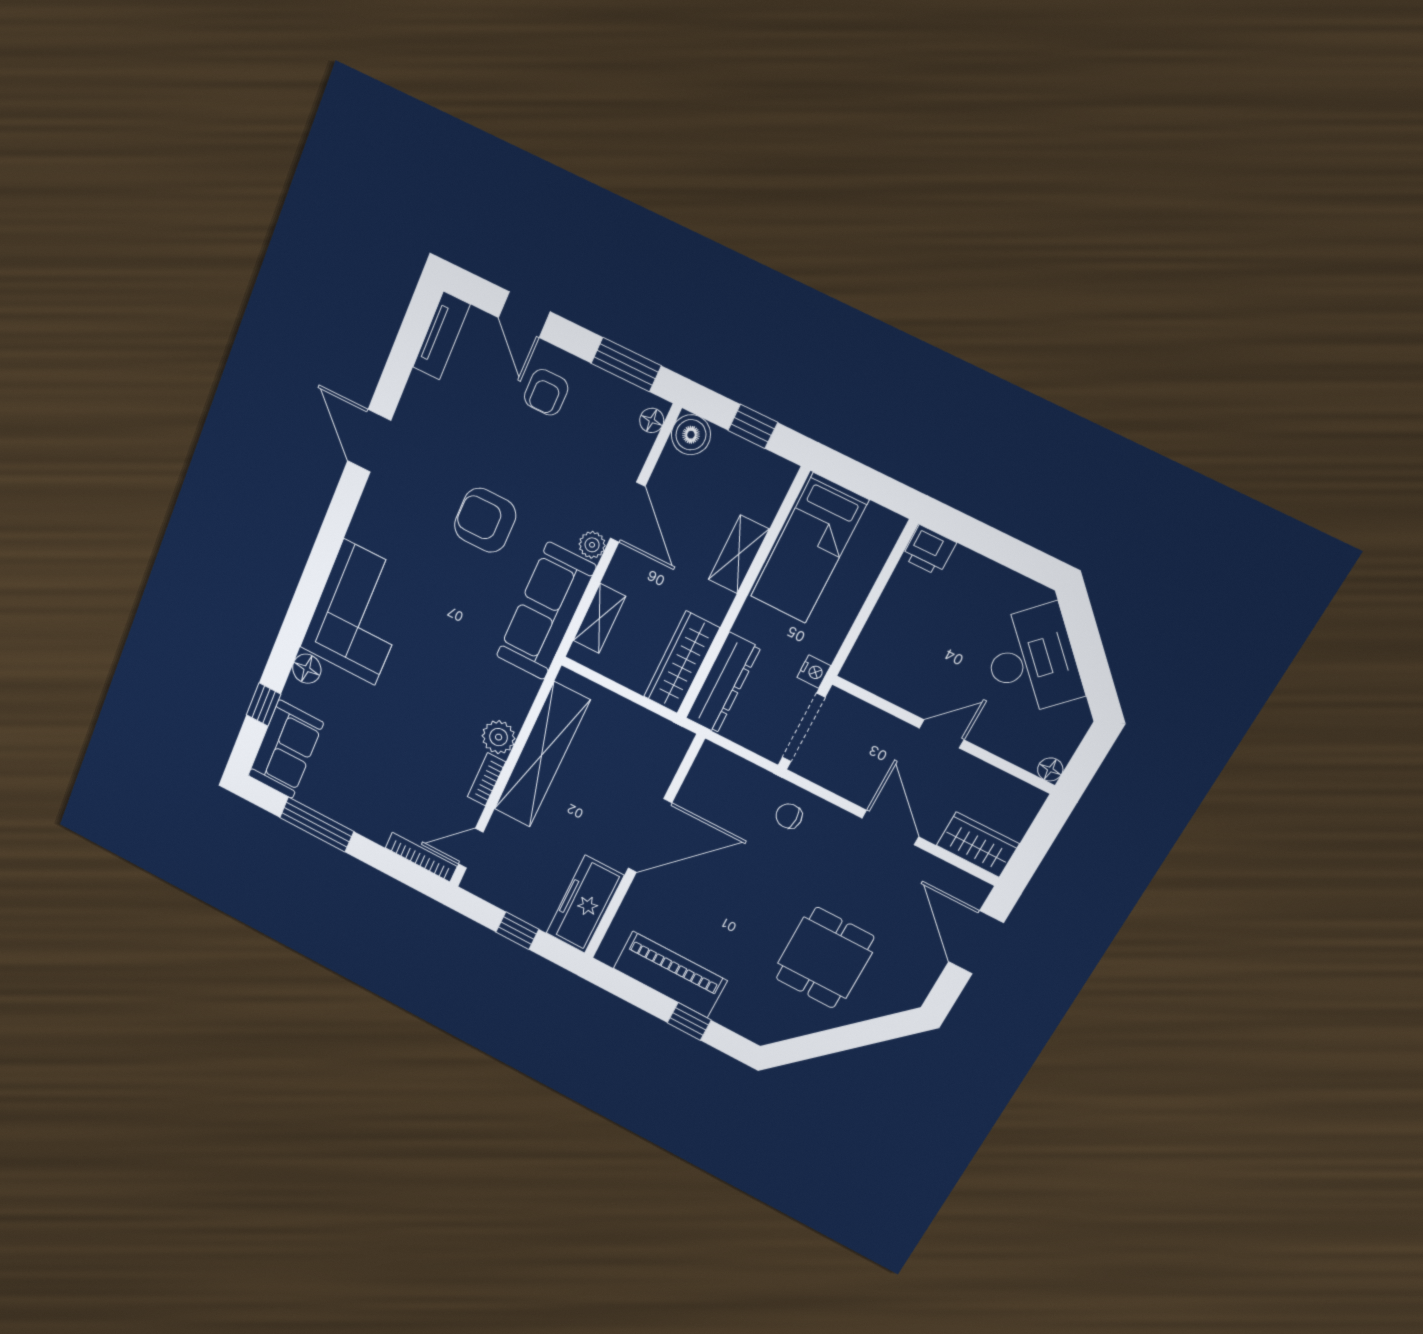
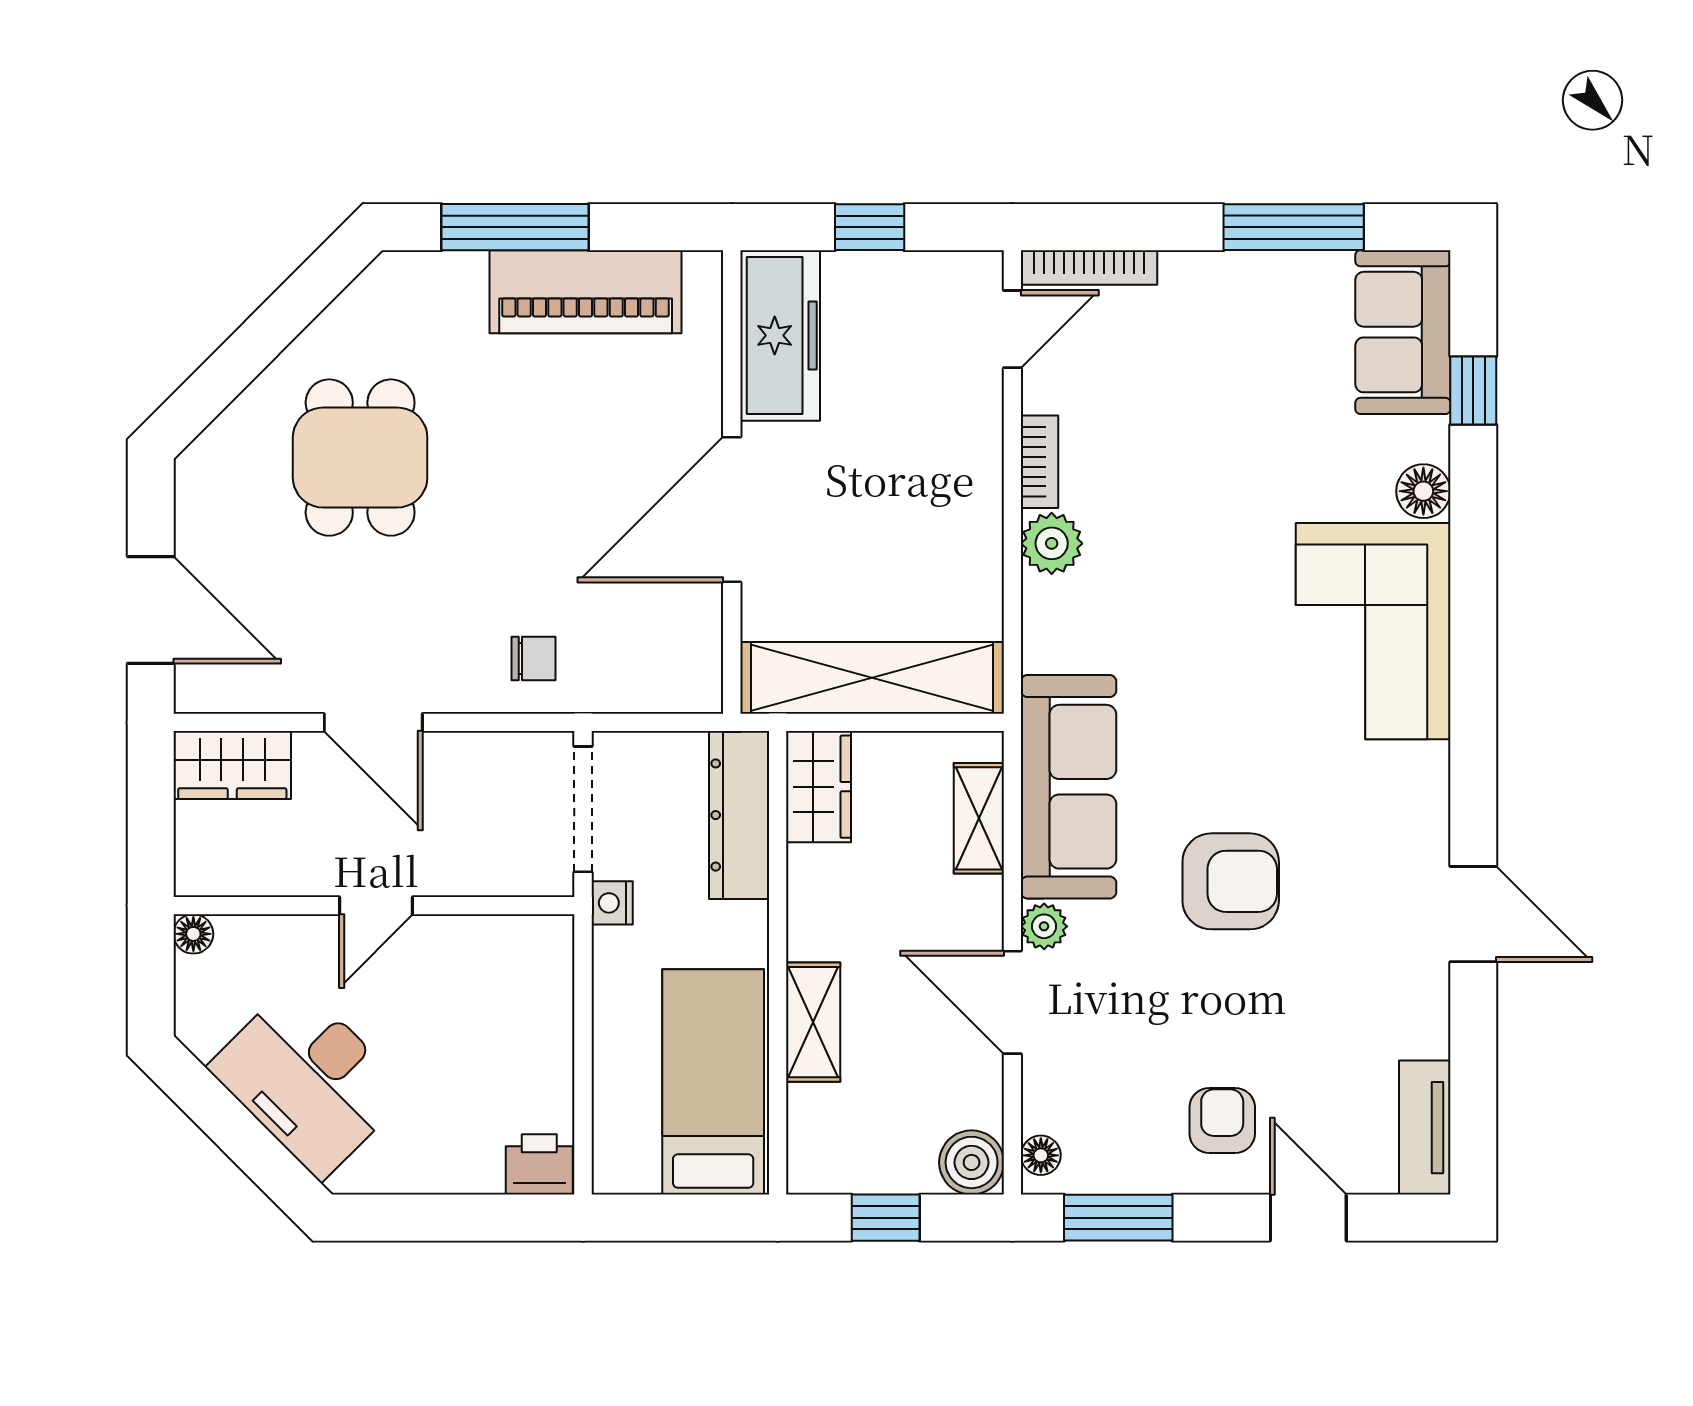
wardrobe: (681, 662) -> (819, 787), width x0.67
shelving: (542, 755) -> (872, 678), moved, turned 90
window: (689, 1021) -> (515, 227), width x2.17

